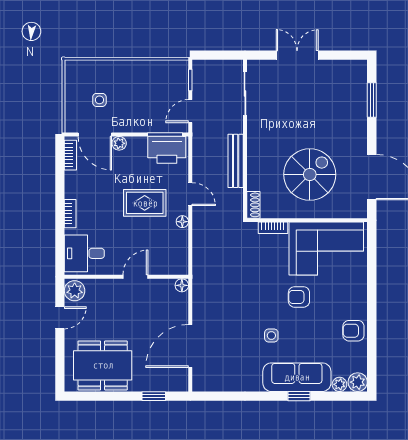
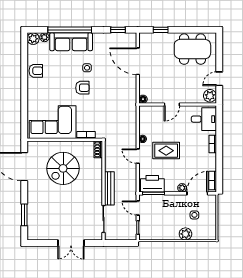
plant: (114, 70) -> (185, 234), added
door: (190, 111) -> (138, 208), swing flipped
door: (95, 134) -> (197, 193), hinge flipped
bench: (236, 161) -> (109, 188), moved
armchair: (299, 297) -> (82, 88), moved
door: (190, 346) -> (138, 61), swing flipped
window: (222, 396) -> (118, 30), added
window: (299, 396) -> (70, 30), width x3.17

